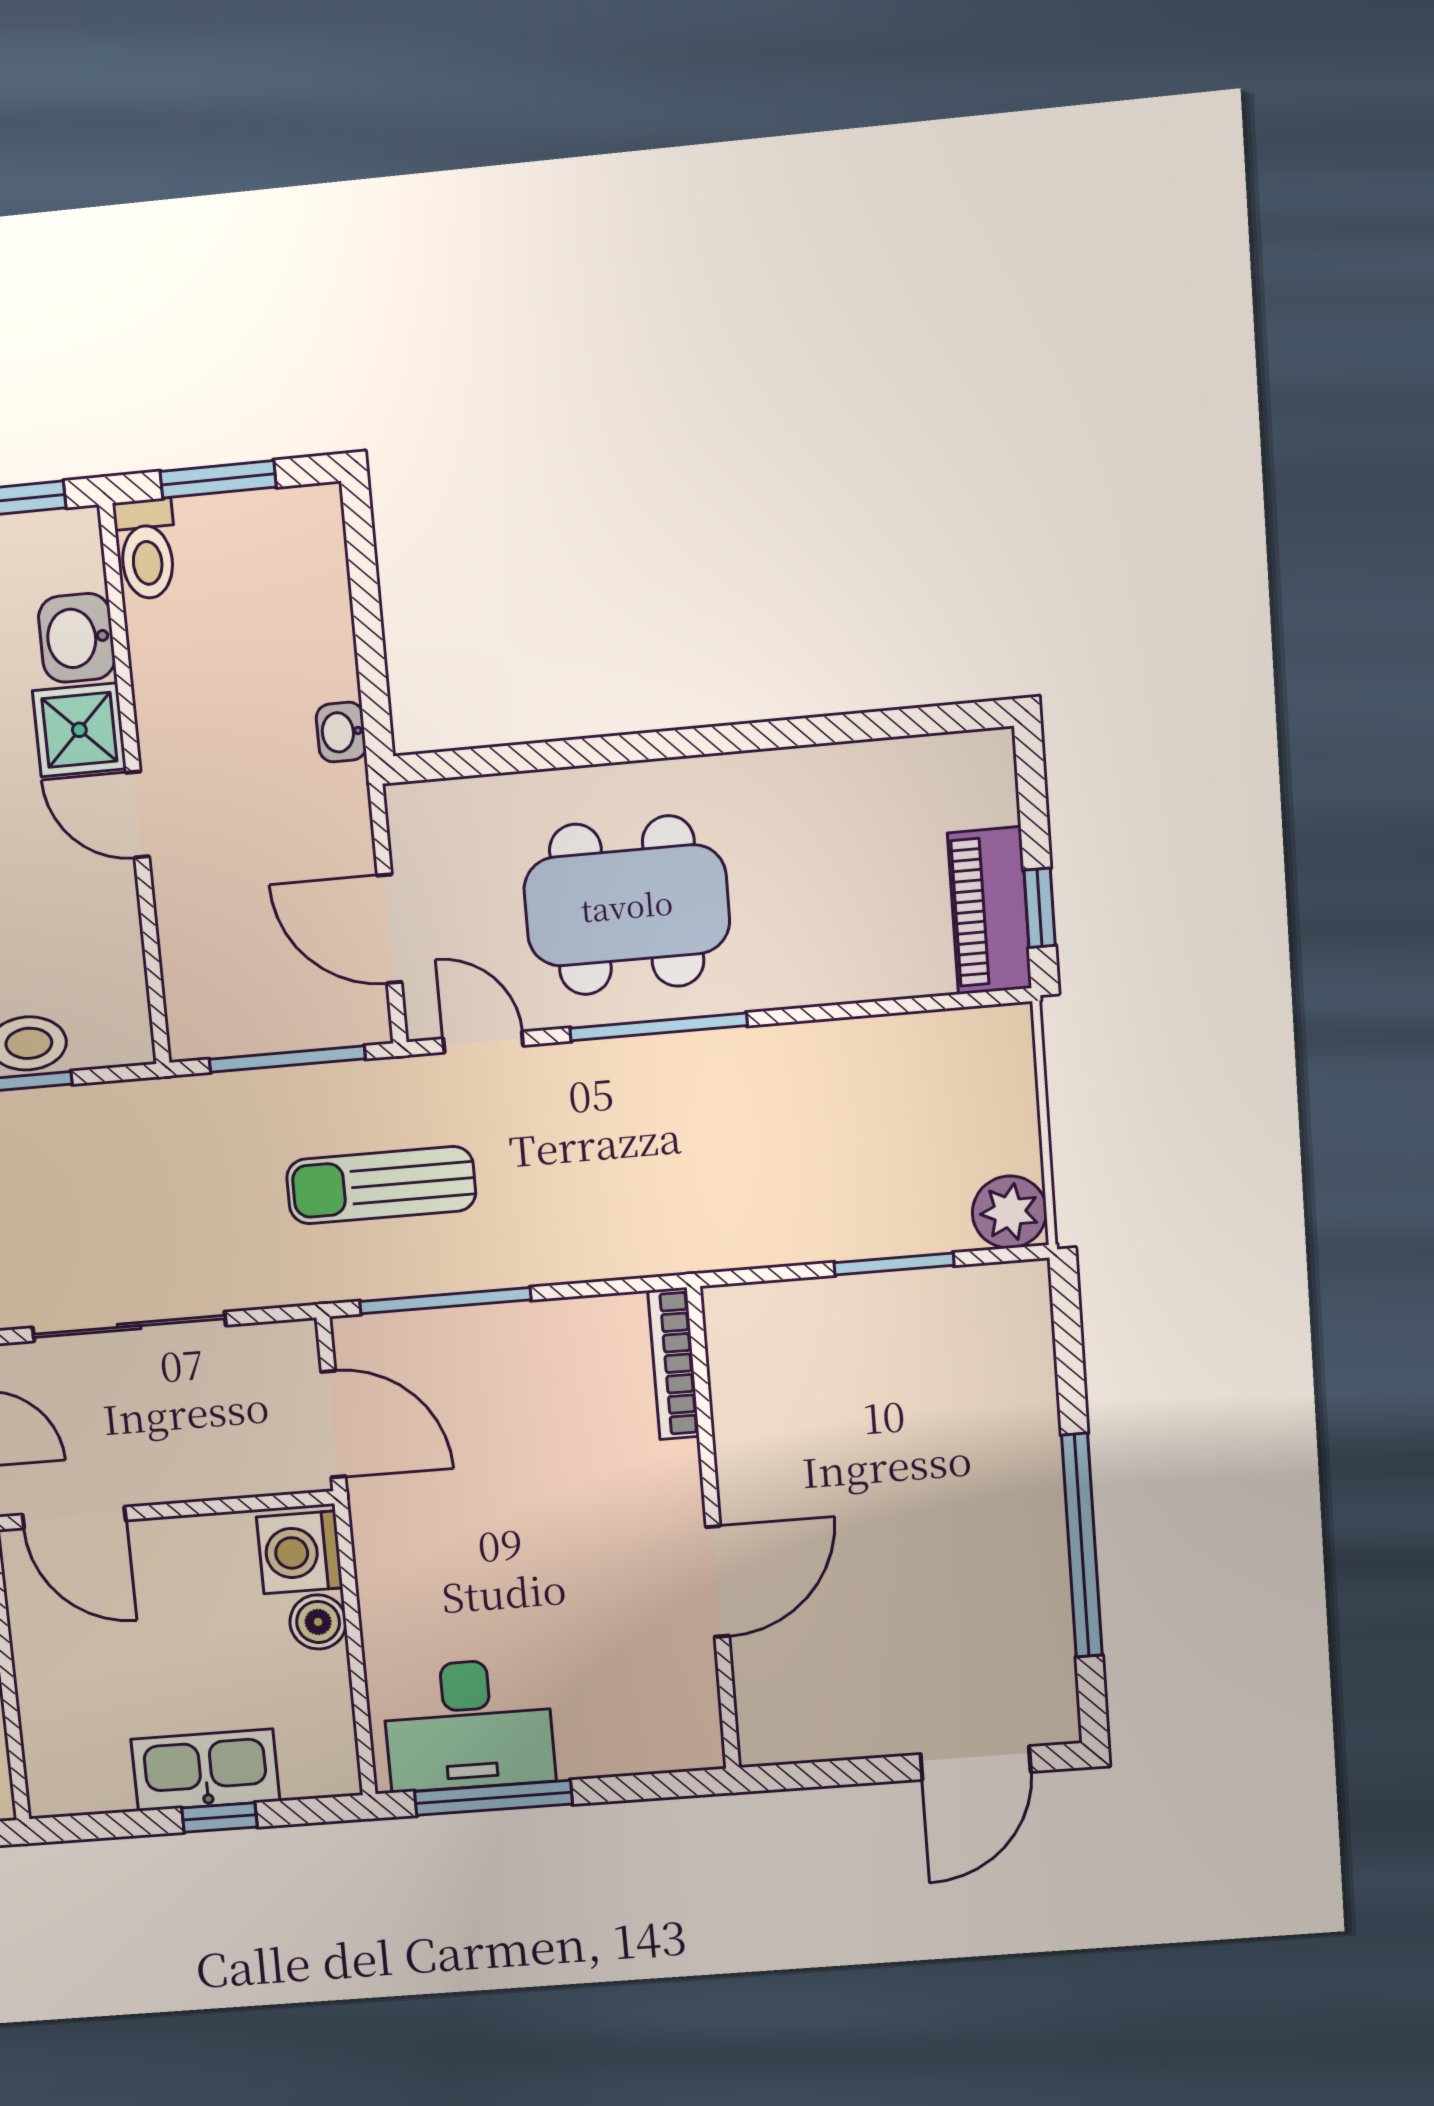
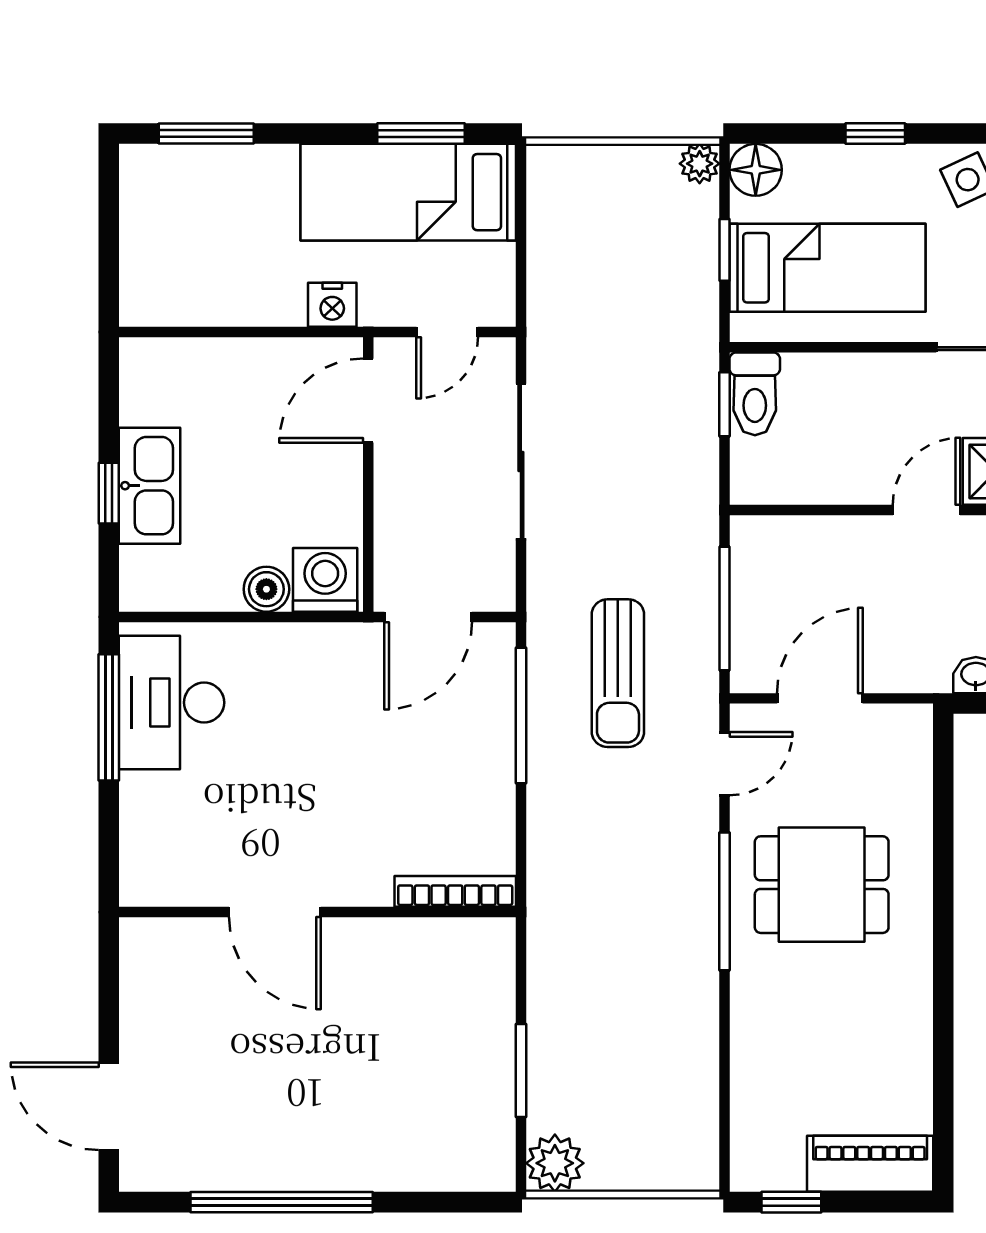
dining table: (627, 905) -> (822, 885), width x0.73
piano: (990, 911) -> (870, 1164), moved
sun lounger: (381, 1185) -> (618, 673), turned 180

